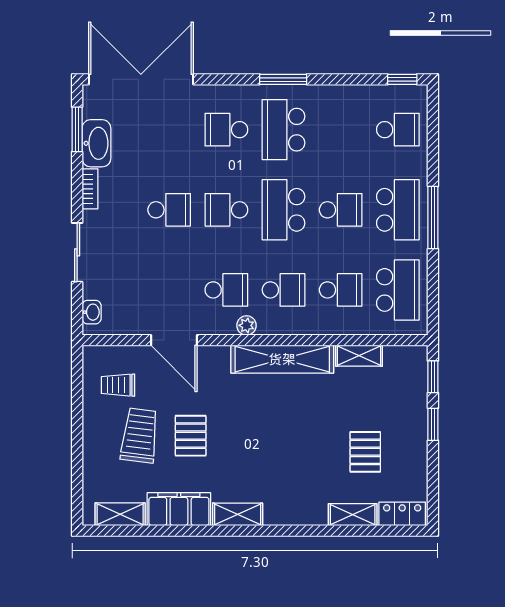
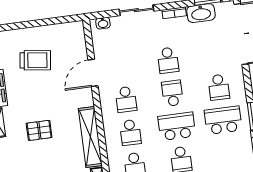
school desk: (226, 130) -> (219, 87), turned 180
plant: (247, 325) -> (107, 114), removed
trolley: (118, 385) -> (63, 44), removed
pallet: (191, 436) -> (39, 130), moved

